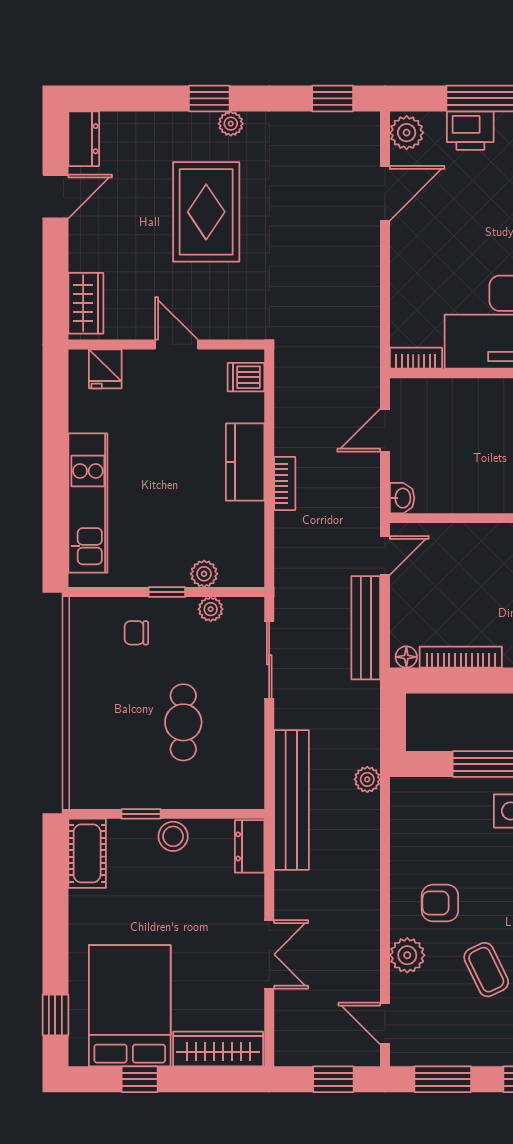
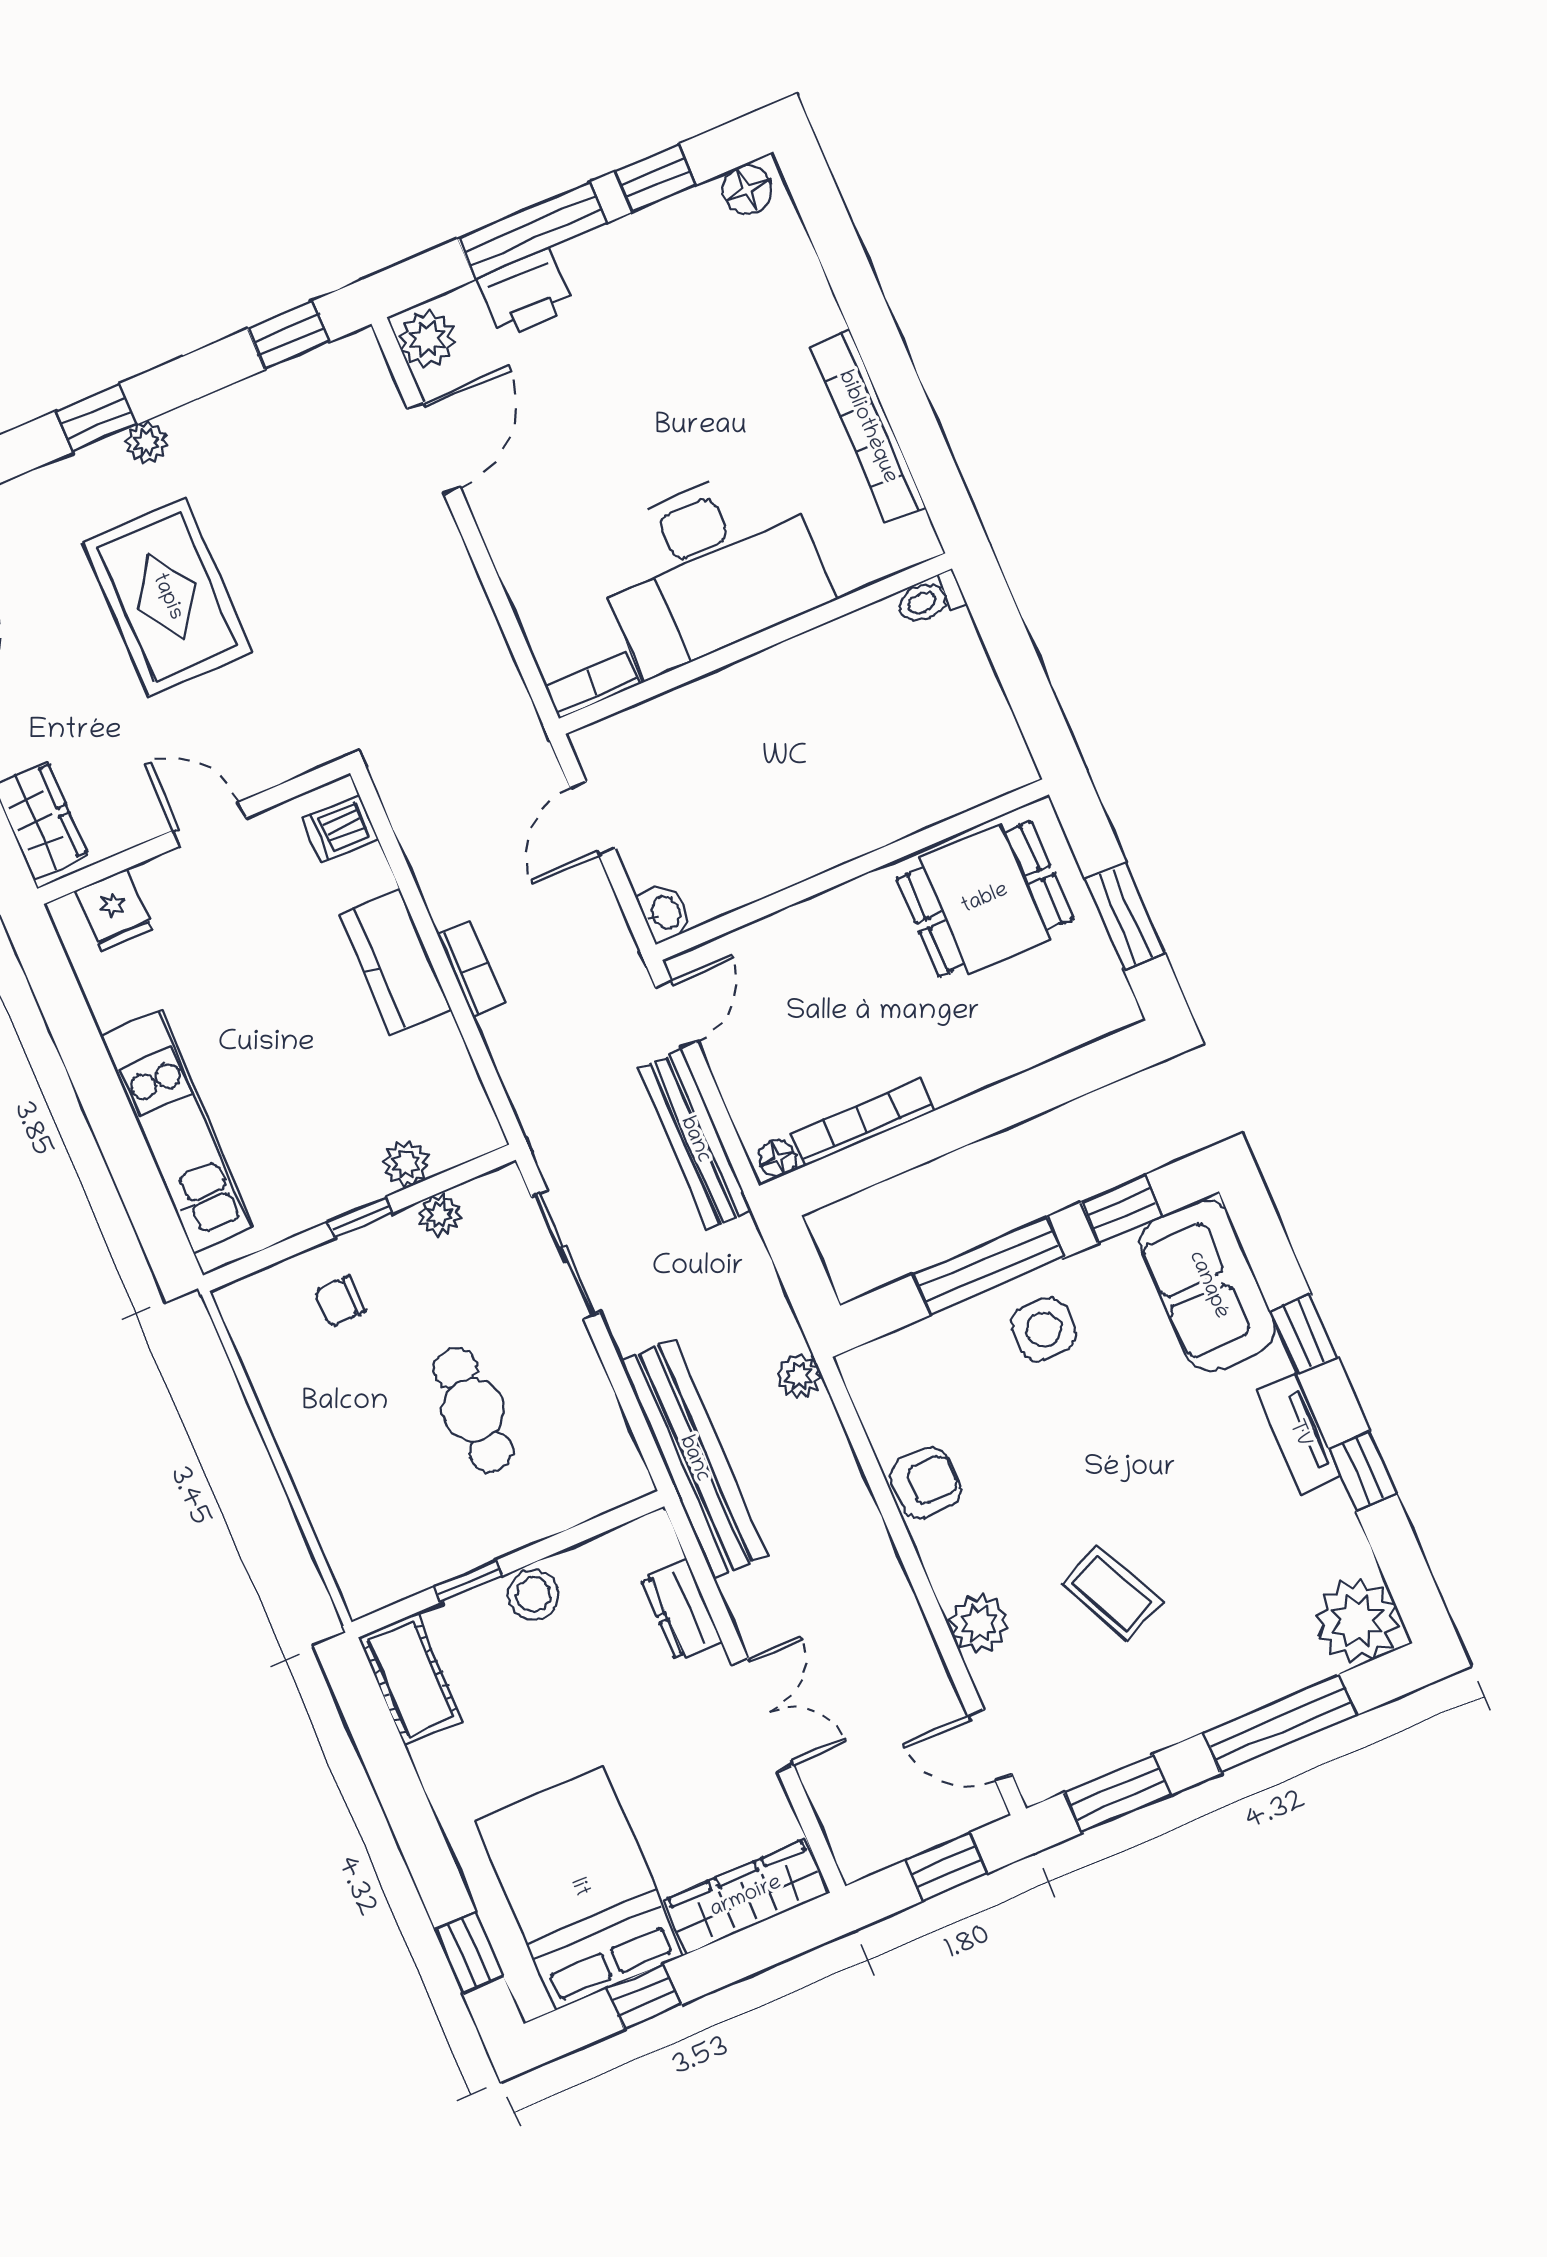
dresser: (250, 846) -> (681, 1610), moved
armchair: (440, 903) -> (925, 1483), moved, turned 180

